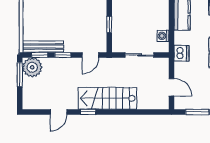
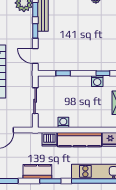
washing machine: (163, 36) -> (63, 122), moved
dishwasher: (181, 53) -> (49, 139), moved

